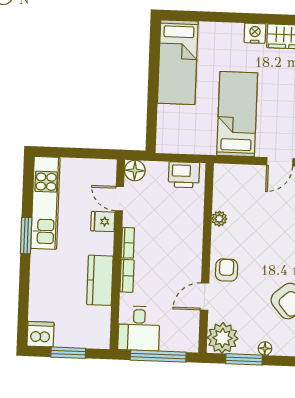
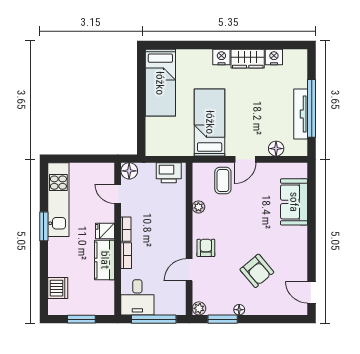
coffee table: (251, 187) -> (223, 180), added
fridge: (103, 222) -> (105, 231), moved
dishwasher: (40, 334) -> (58, 288), moved, turned 90
plant: (223, 338) -> (199, 308), width x0.53, depth x0.53

